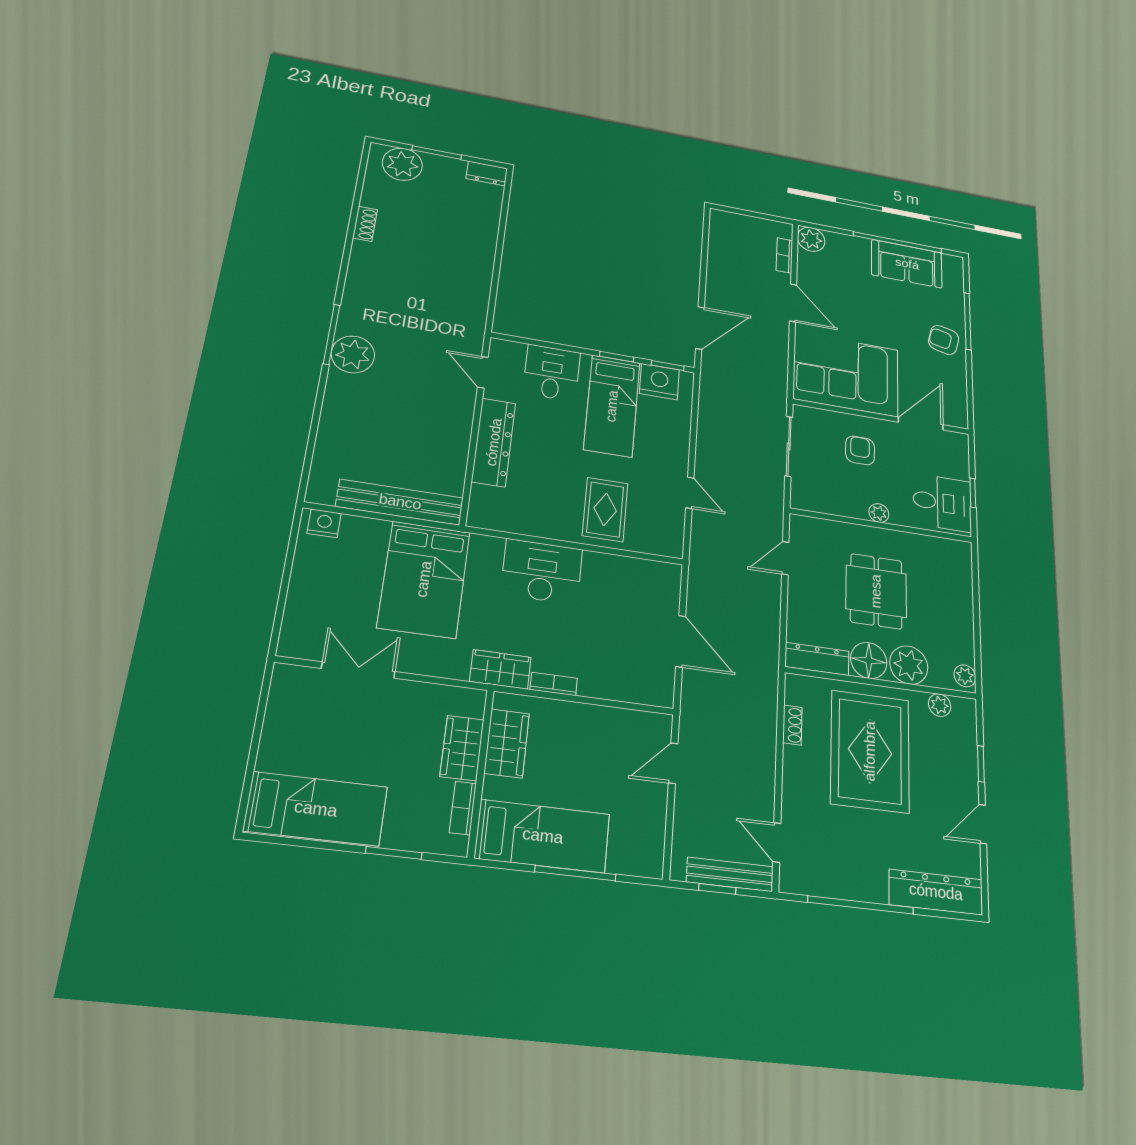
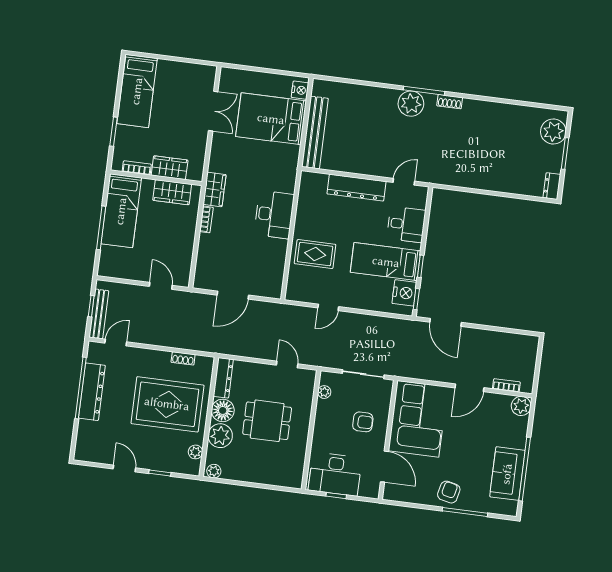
shoe rack: (365, 224) -> (450, 102), moved
desk: (942, 503) -> (335, 474), width x1.37
plant: (879, 513) -> (324, 392), moved
bed: (424, 579) -> (271, 119), moved
dresser: (936, 892) -> (92, 392), moved

